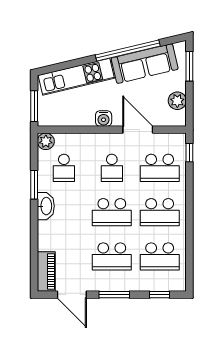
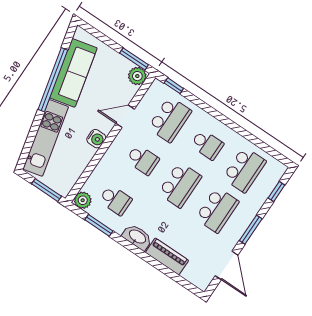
window: (189, 66) -> (134, 59), moved
plant: (177, 101) -> (137, 76), moved
door: (138, 130) -> (125, 116), width x0.73
window: (34, 185) -> (99, 225), moved
school desk: (160, 212) -> (207, 145), width x0.54
piano: (46, 272) -> (167, 256), moved
door: (72, 295) -> (227, 265), hinge flipped

